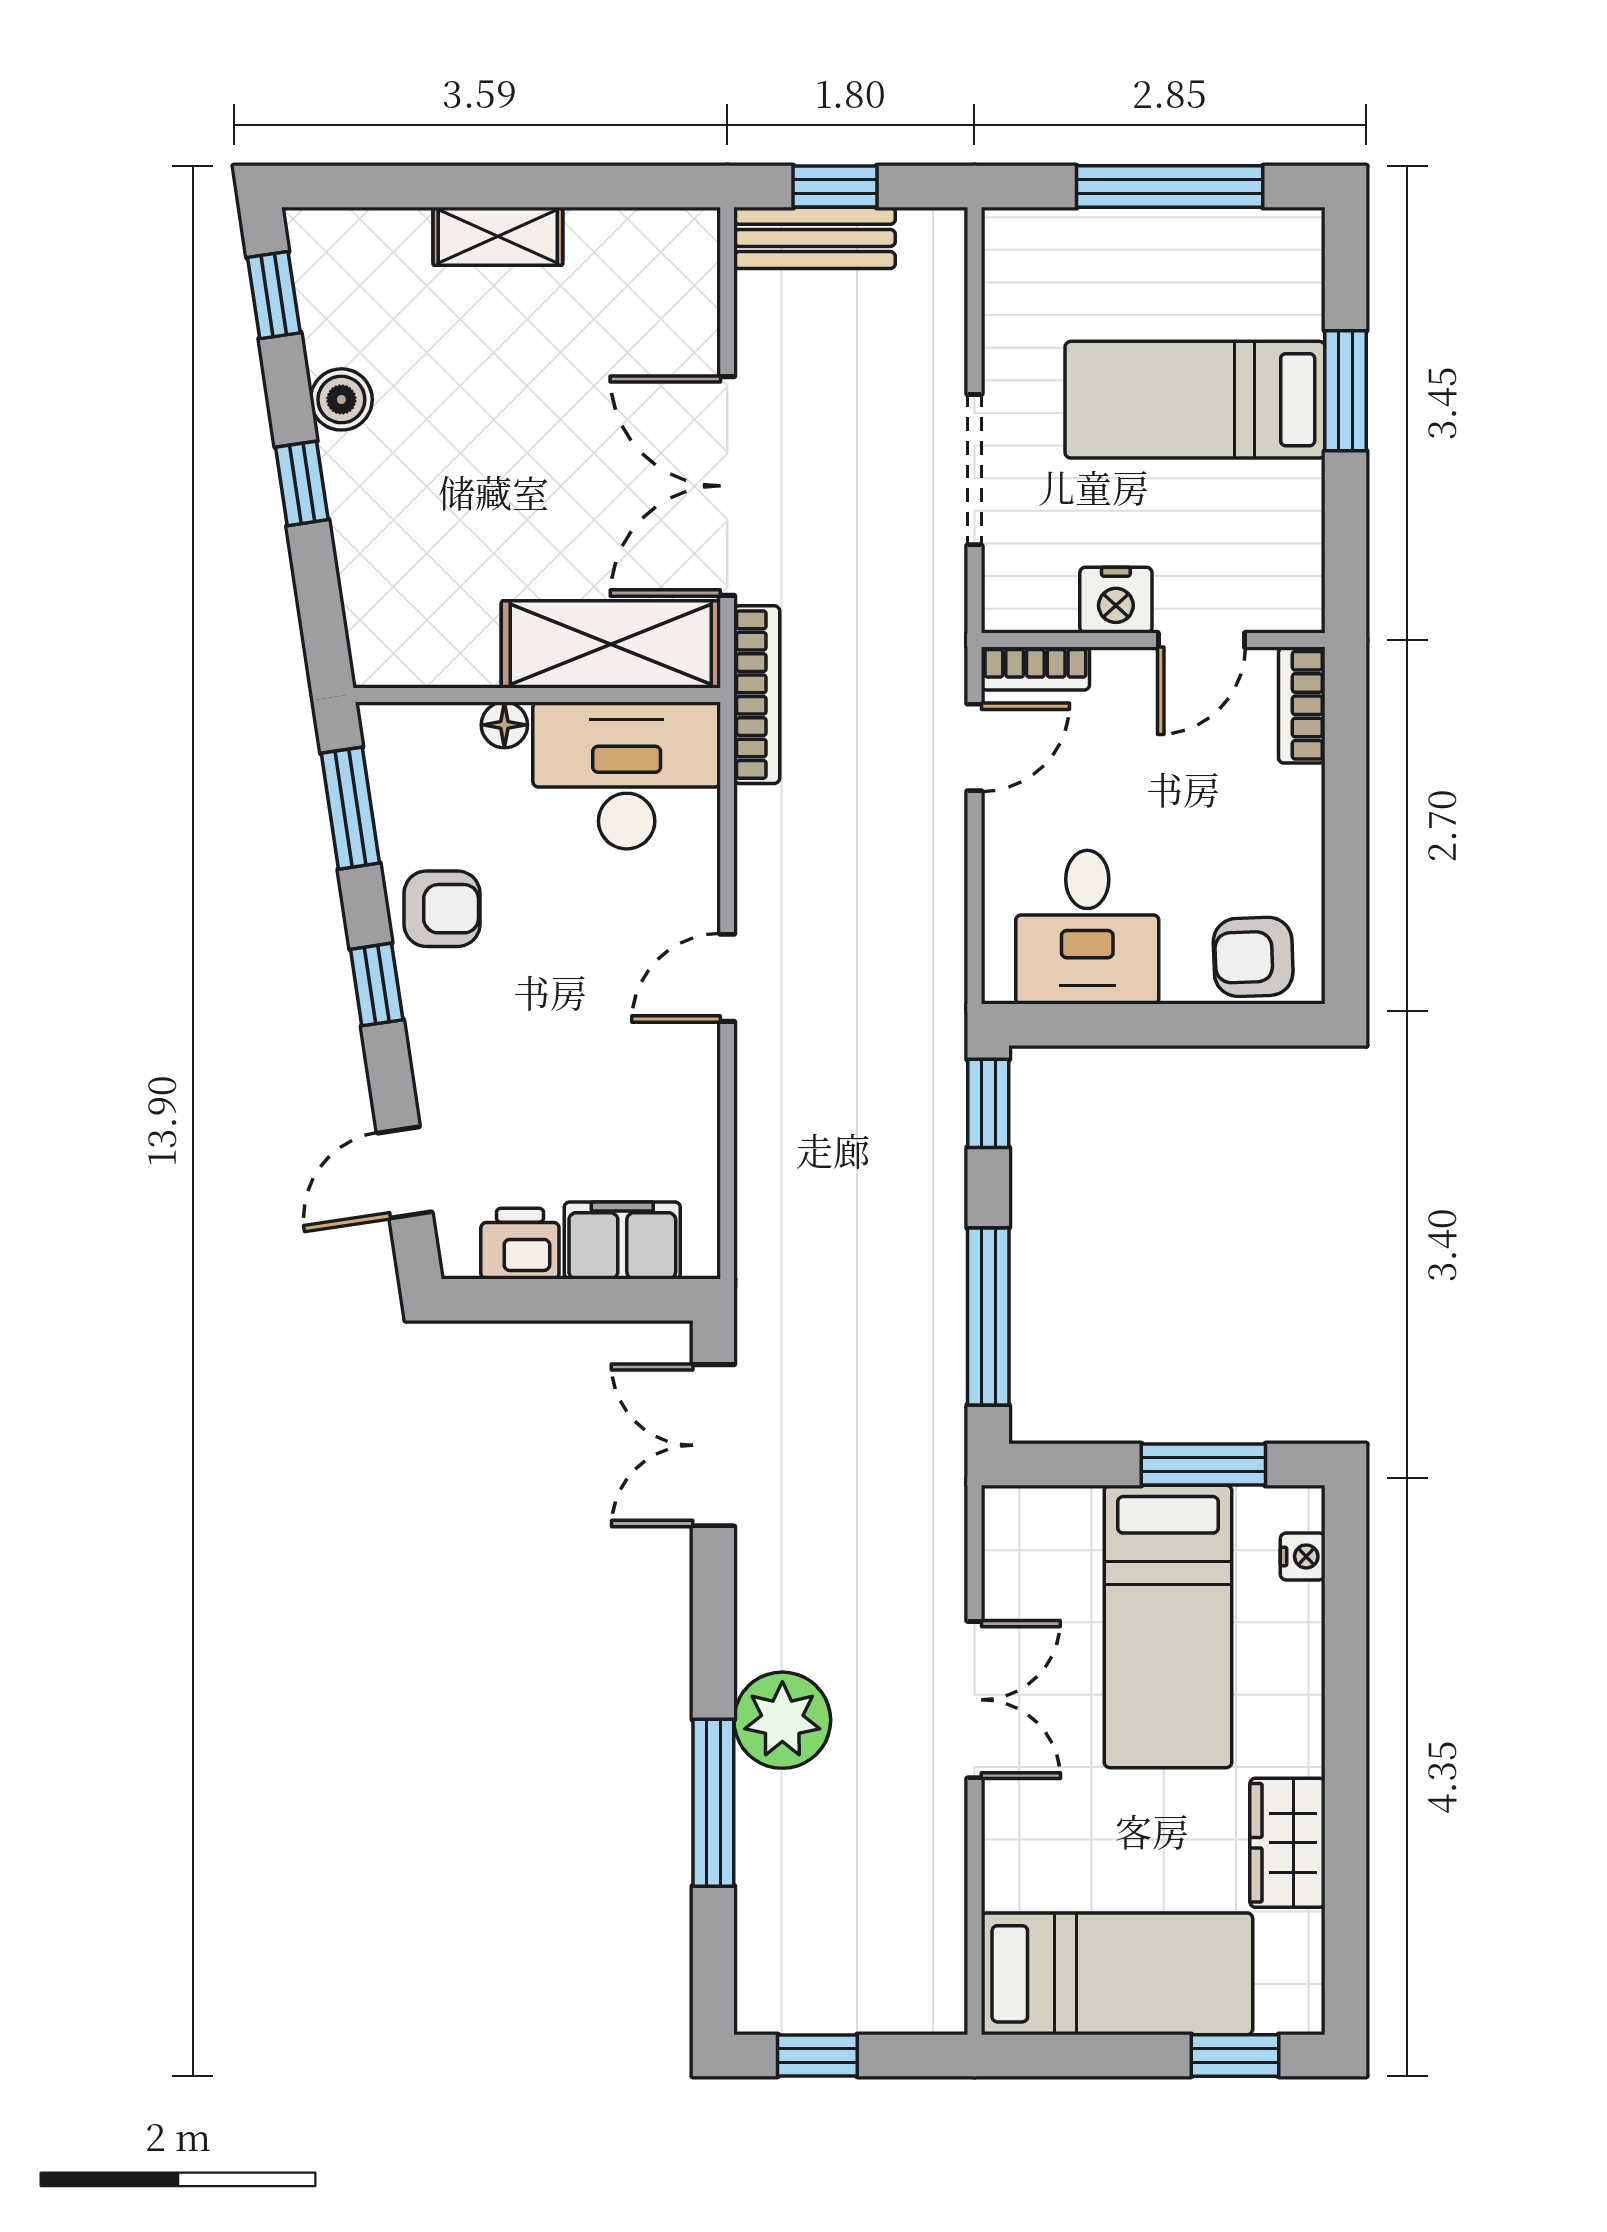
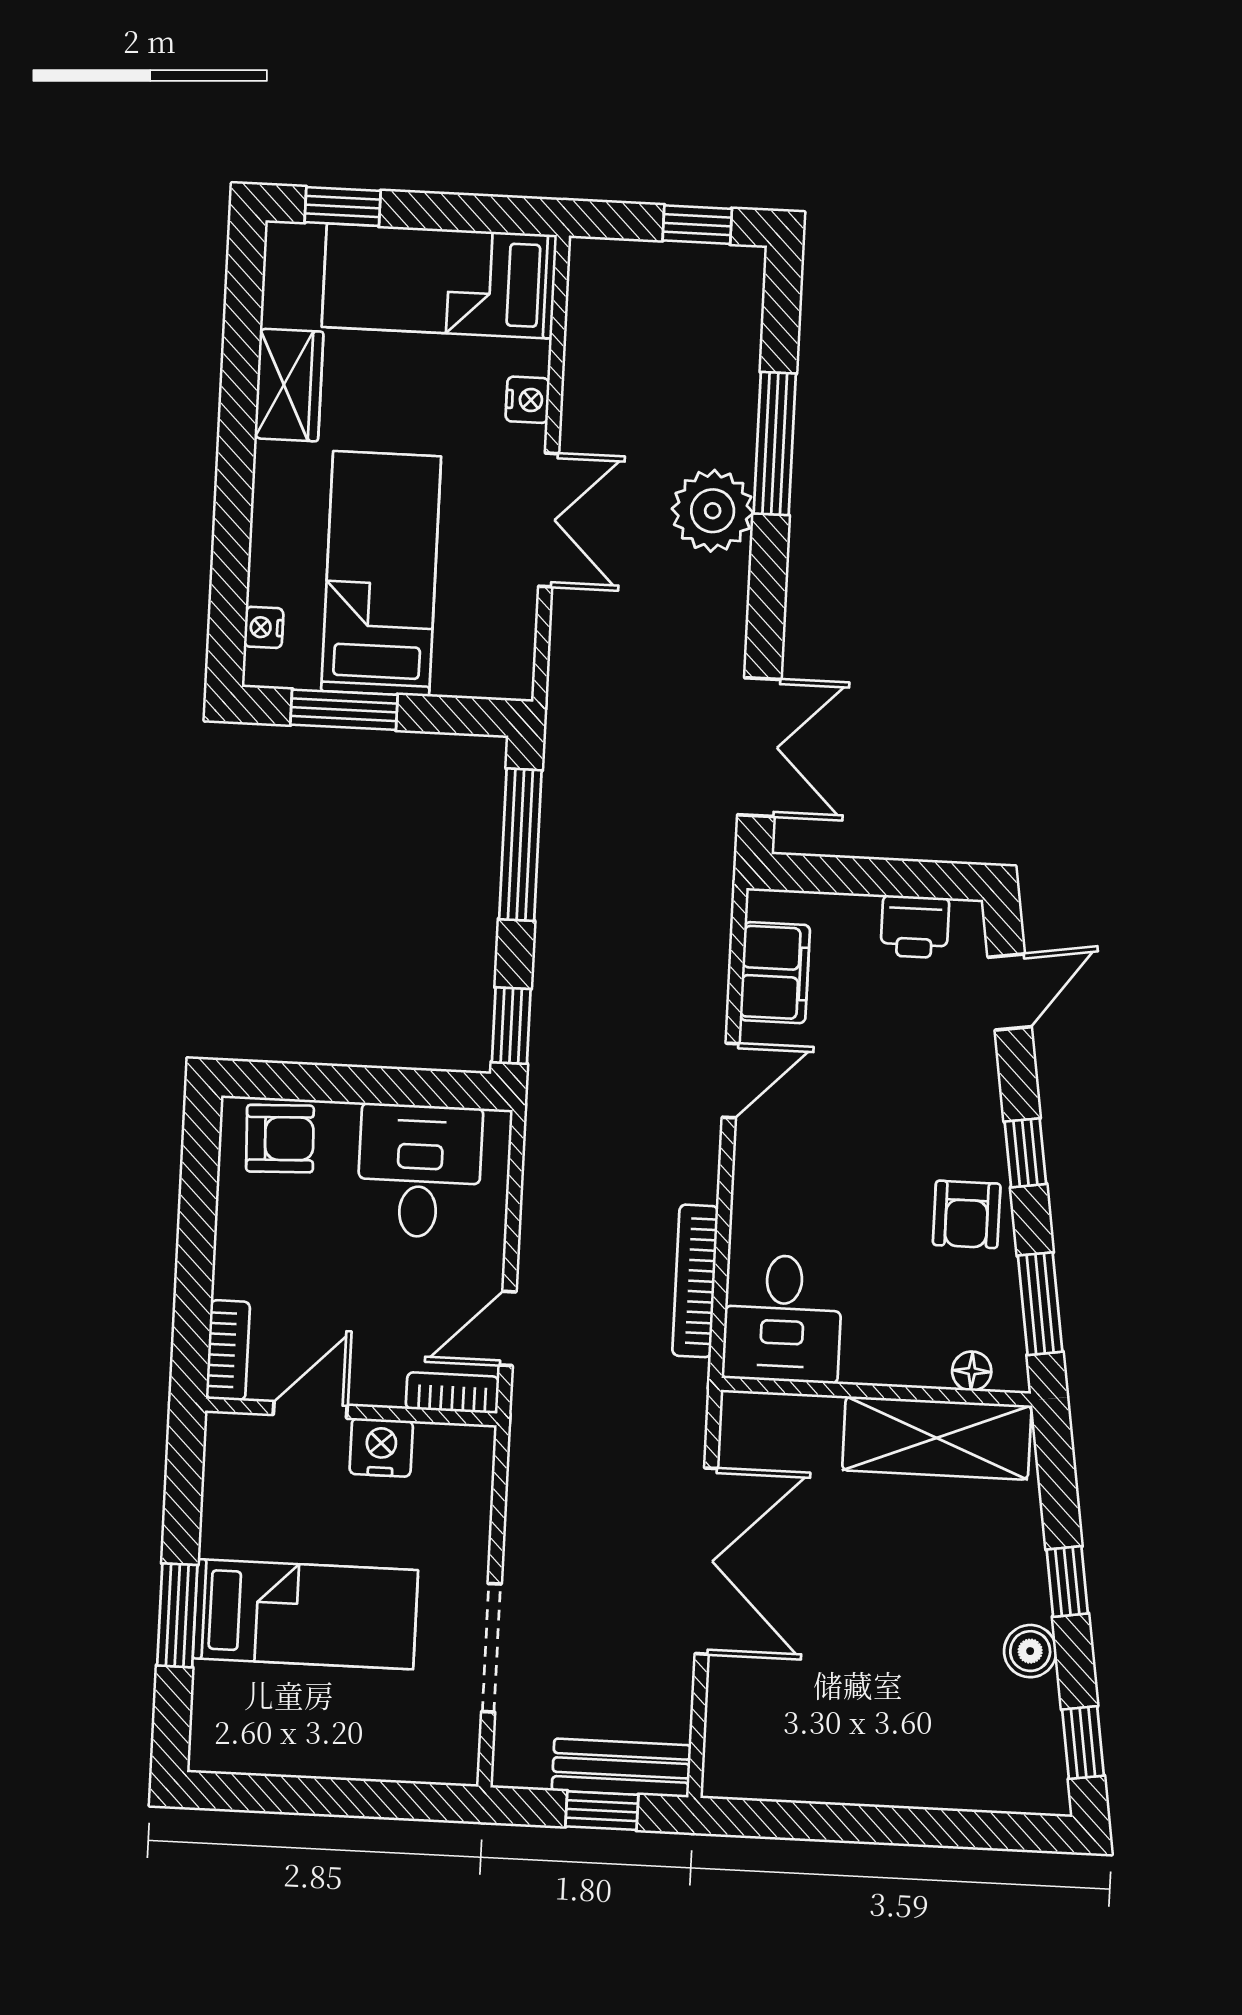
window: (1170, 187) -> (318, 1796), removed
shelving: (498, 236) -> (890, 1783), removed
doorway: (974, 470) -> (491, 1648), moved
shelving: (611, 644) -> (937, 1438), moved
bookcase: (757, 695) -> (695, 1281), moved
floor lamp: (504, 725) -> (972, 1371), moved
desk: (627, 775) -> (783, 1319), width x0.73
armchair: (442, 909) -> (967, 1214), turned -90
door: (727, 978) -> (731, 1080), moved
filing cabinet: (622, 1240) -> (775, 973), moved, turned -90
double door: (974, 1700) -> (549, 520), swing flipped
nightstand: (1006, 1839) -> (528, 400), added

